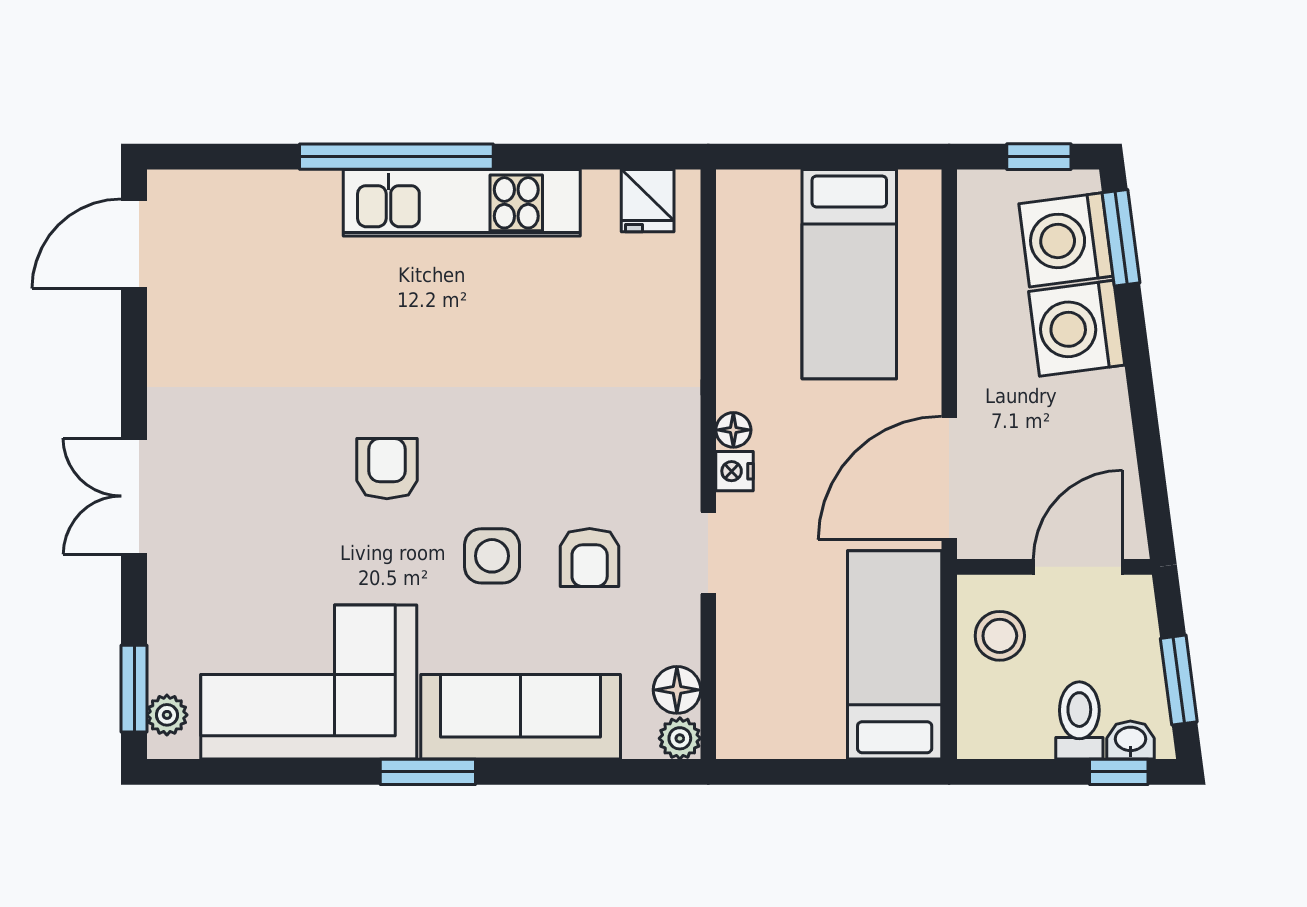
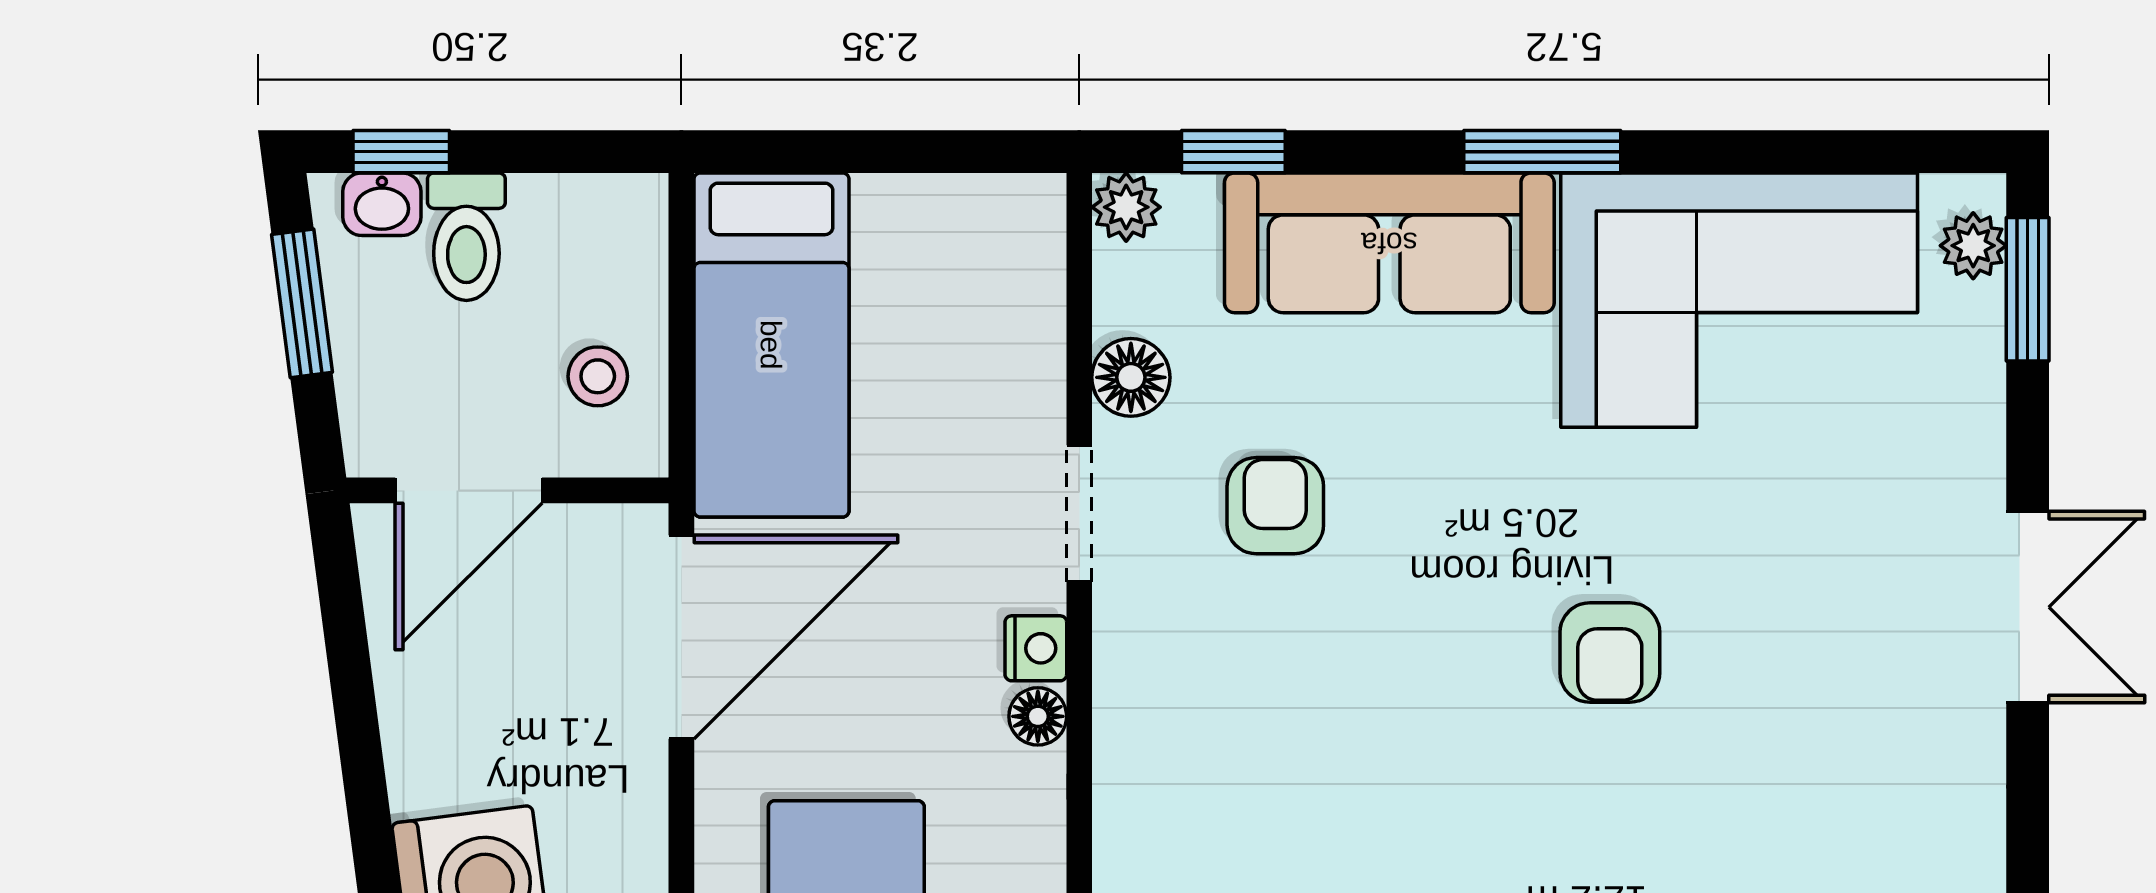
side table: (492, 556) -> (1436, 508), removed
stool: (1000, 636) -> (598, 376), width x0.73, depth x0.73
floor lamp: (677, 690) -> (1131, 377), moved
window: (615, 772) -> (1233, 152), added

